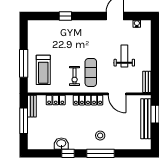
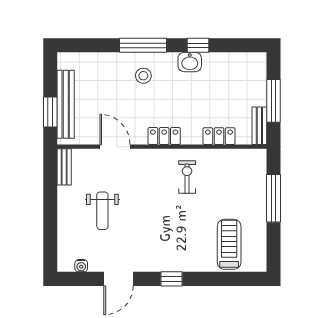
window: (65, 16) -> (172, 279), moved
treadmill: (43, 70) -> (229, 244), moved
exercise mat: (91, 72) -> (159, 183), removed
locker: (88, 100) -> (164, 136), width x0.66
washbasin: (61, 144) -> (190, 62), moved

